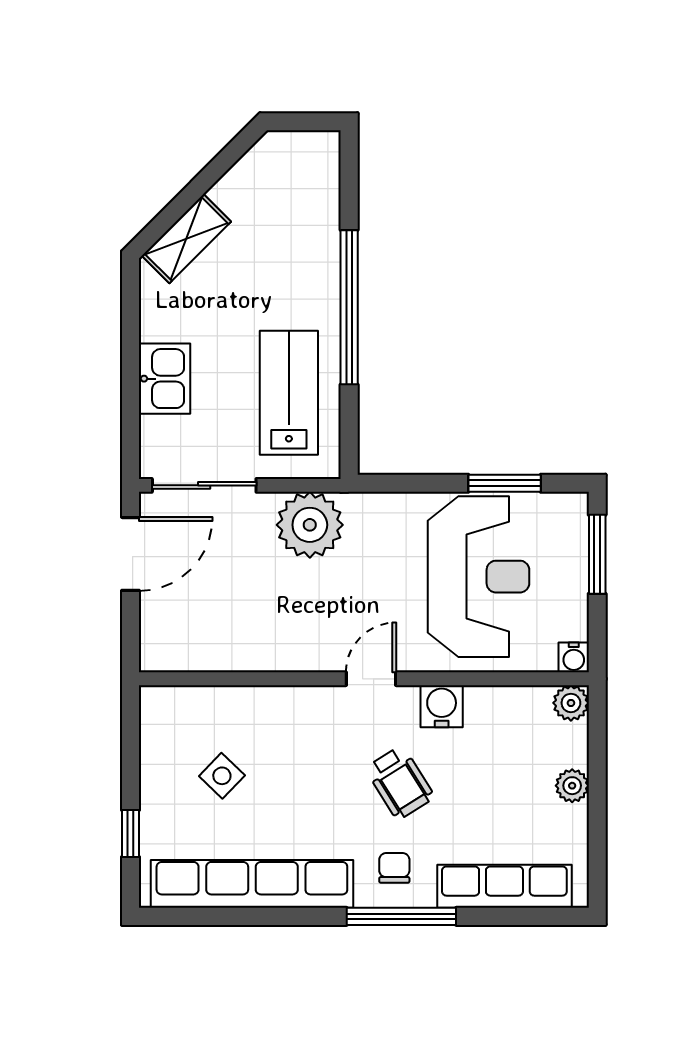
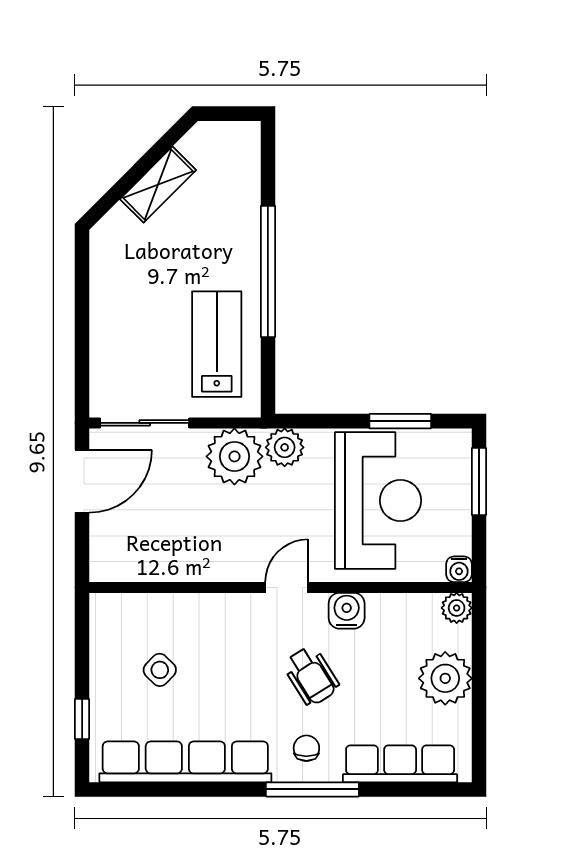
shelving: (186, 239) -> (158, 185), moved
kitchen sink: (164, 379) -> (111, 332), removed
plant: (369, 514) -> (285, 447), added
plant: (572, 786) -> (445, 678), width x1.88, depth x1.88

